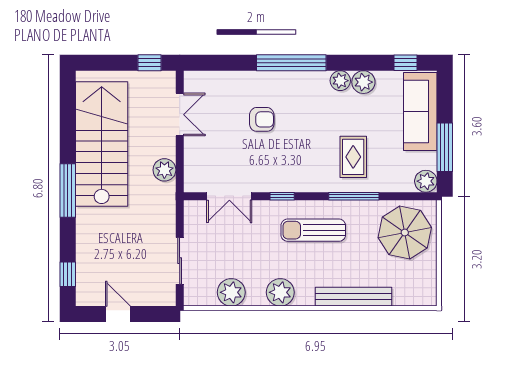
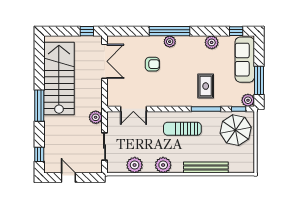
plant: (340, 81) -> (170, 42), moved
double door: (180, 115) -> (105, 61), width x1.37
plant: (164, 170) -> (96, 117), moved
window: (282, 196) -> (239, 109), moved

